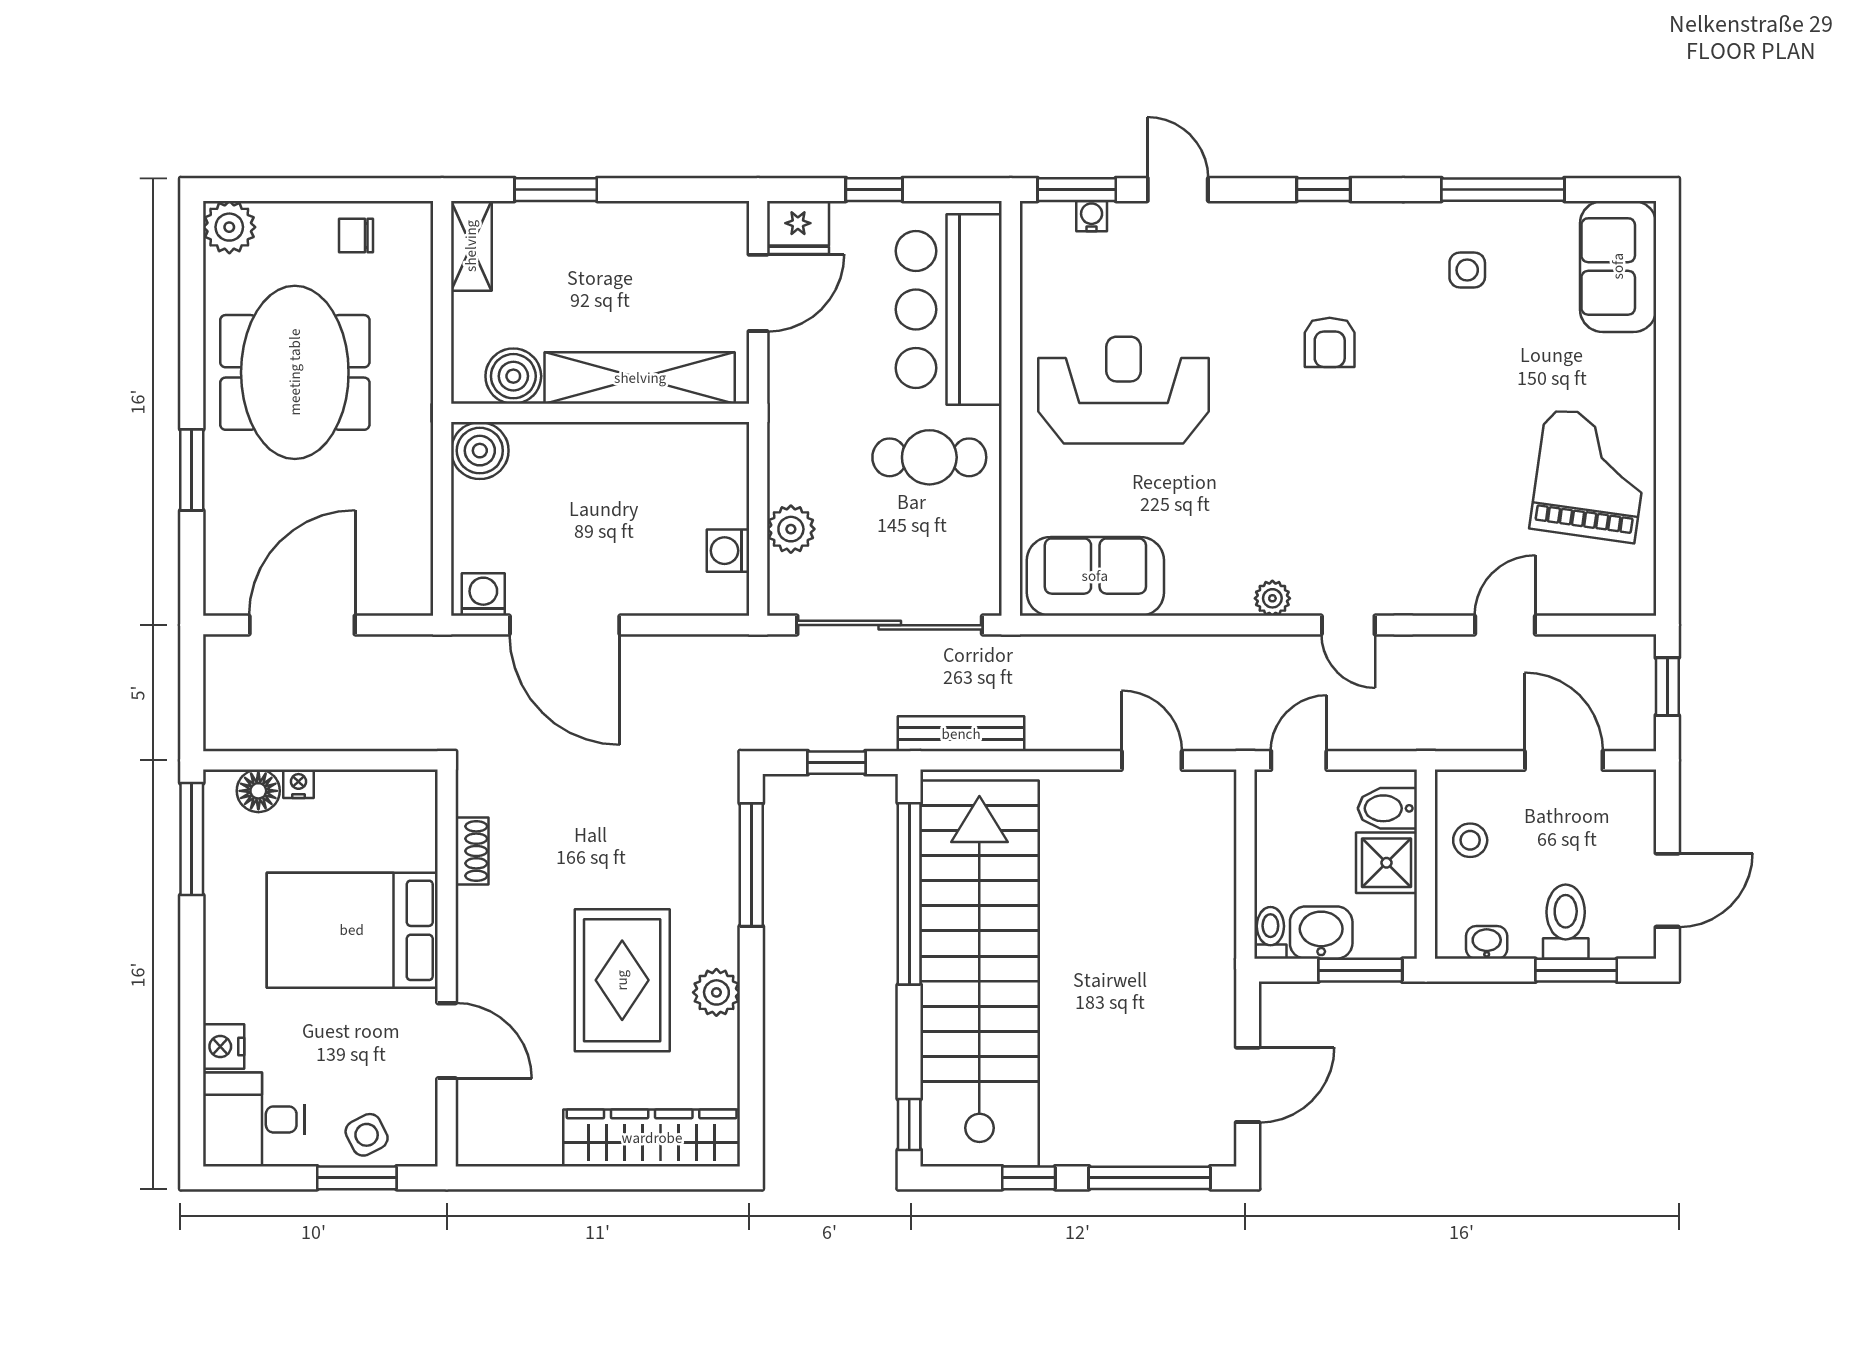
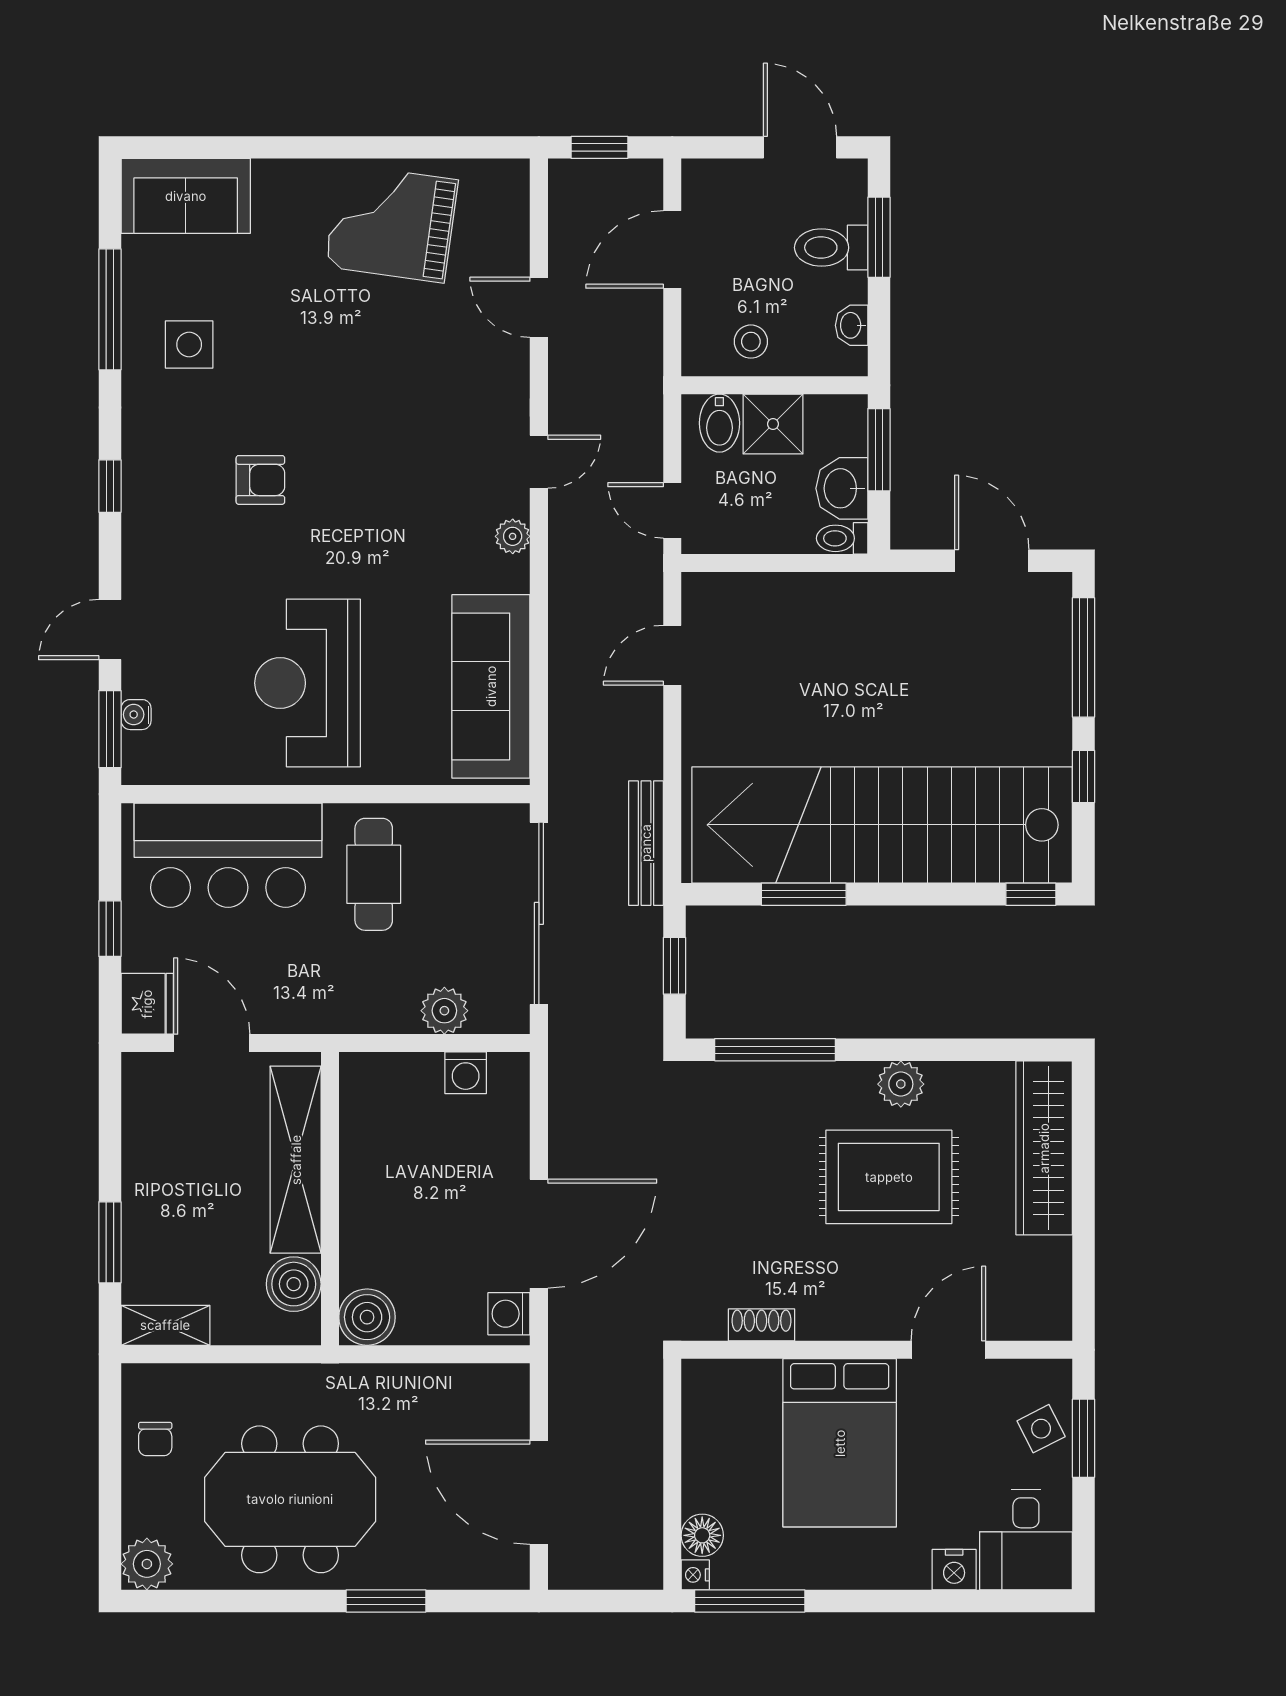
side table: (1467, 270) -> (189, 344), width x1.37, depth x1.37
sofa: (1095, 576) -> (491, 686), width x1.36
nightstand: (299, 784) -> (695, 1575), moved
window: (909, 894) -> (804, 894), width x0.47

